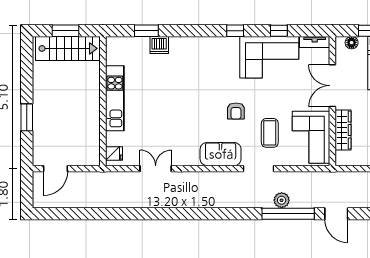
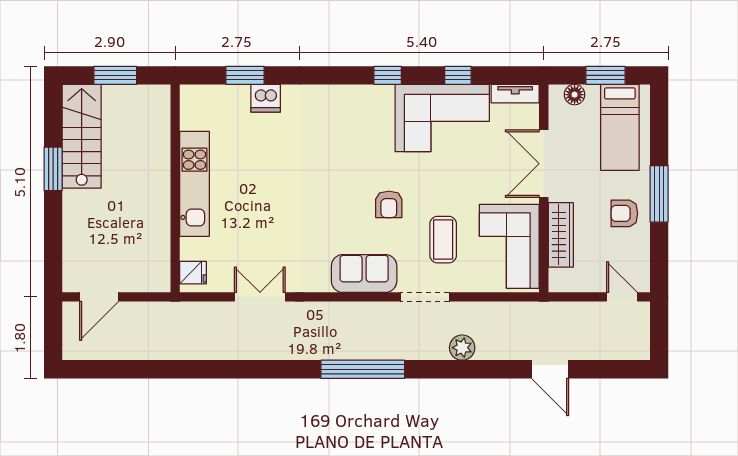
stairs: (68, 48) -> (82, 136), moved, turned -90
window: (27, 117) -> (53, 169), moved
window: (288, 214) -> (363, 369), moved

